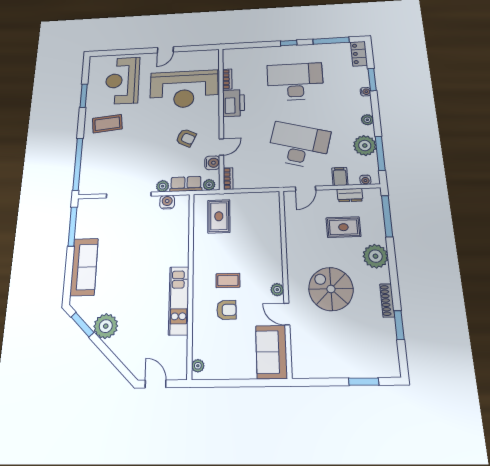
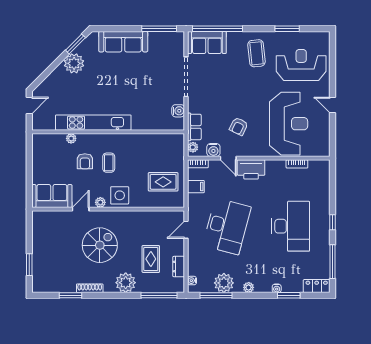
reception desk: (184, 89) -> (289, 124), turned 180
printer: (234, 103) -> (251, 169), moved
sofa: (92, 174) -> (207, 42), added
filing cabinet: (340, 176) -> (196, 187), moved
plant: (163, 186) -> (193, 106), removed
door: (306, 189) -> (186, 230), hinge flipped
rug: (219, 216) -> (163, 182), moved
side table: (268, 266) -> (120, 195), added
kitchen unit: (179, 300) -> (93, 123), width x1.36
plant: (198, 366) -> (71, 138), moved

